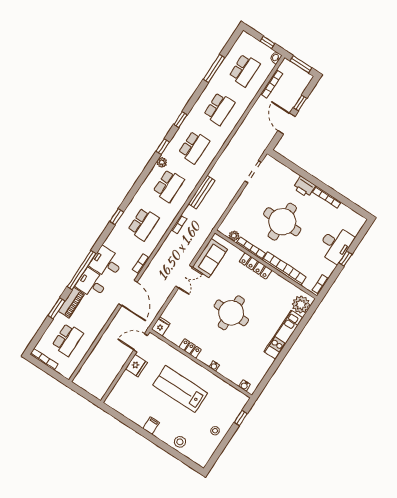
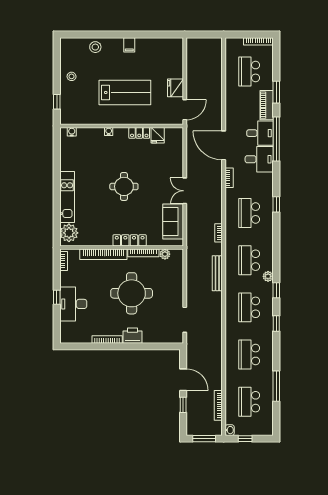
round table: (231, 313) -> (124, 186), width x0.73, depth x0.73
fridge: (161, 326) -> (158, 135), moved

